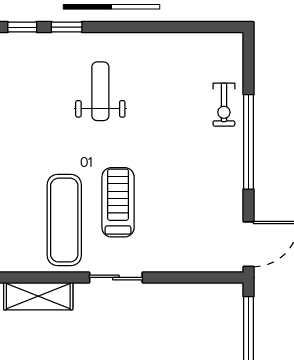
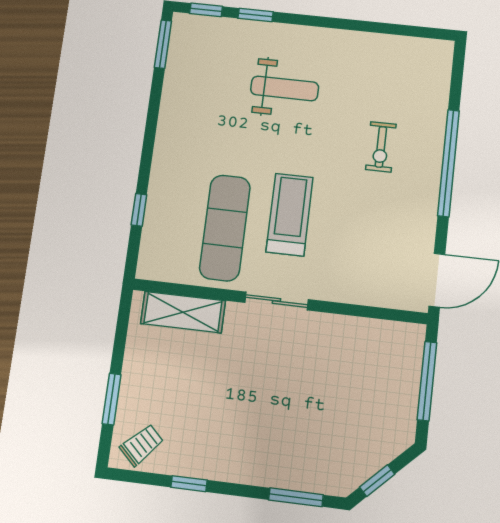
weight bench: (100, 91) -> (285, 88), turned 90
exercise bike: (224, 105) -> (381, 147), moved

